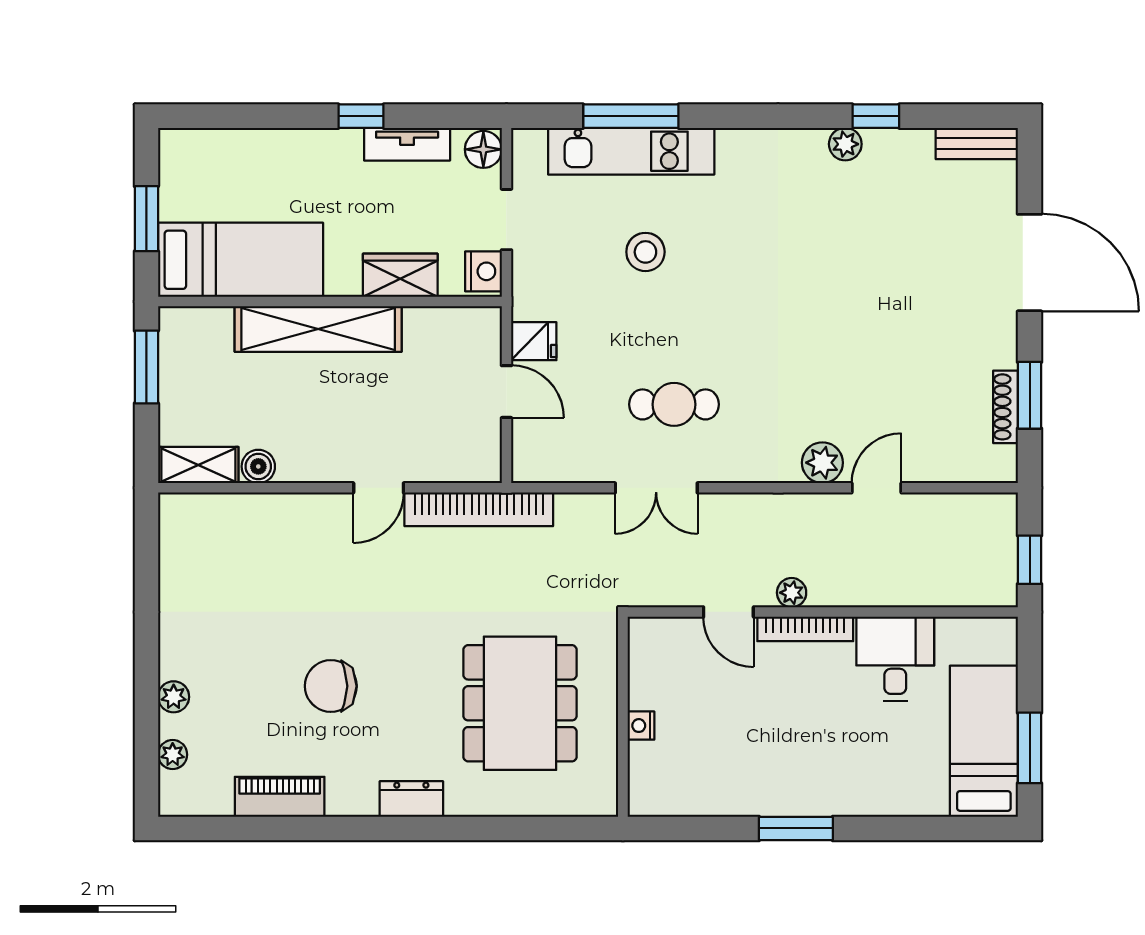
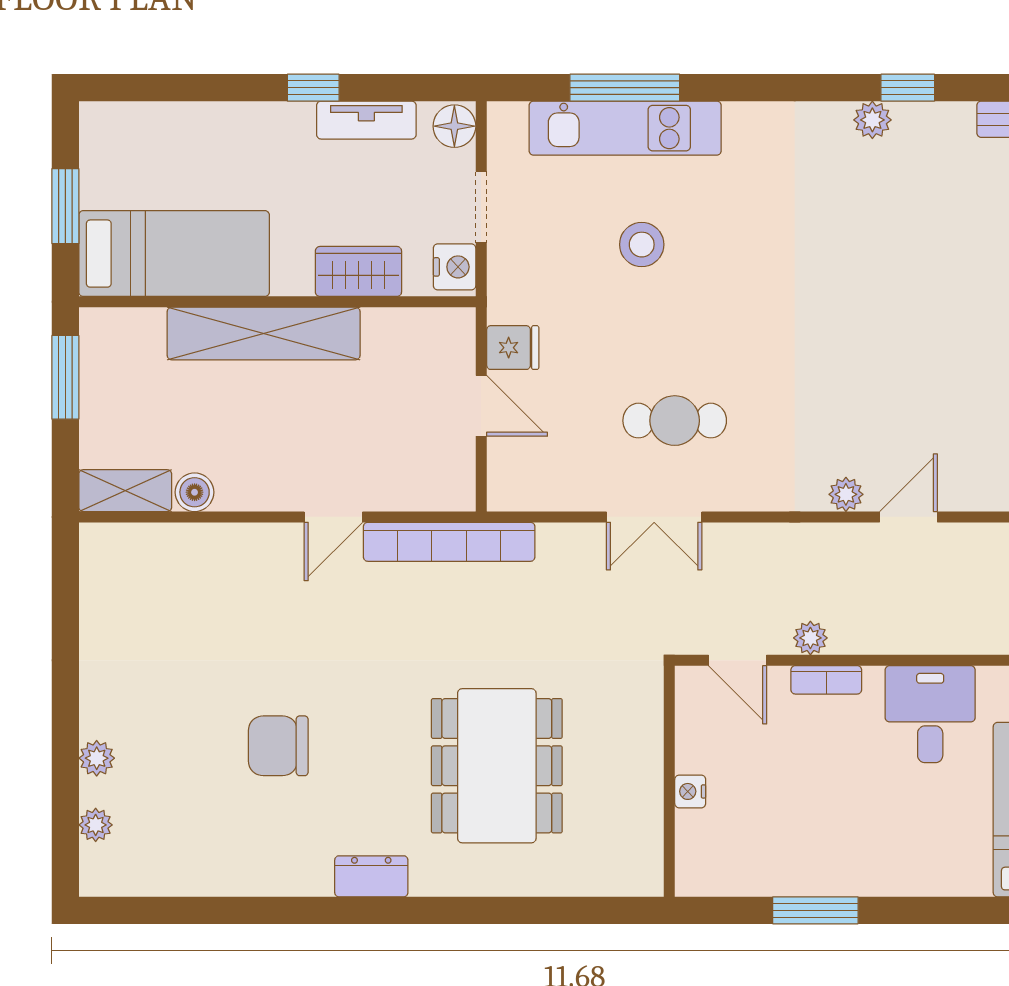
plant: (822, 463) -> (846, 494), width x0.73, depth x0.73
bookcase: (805, 629) -> (826, 680), width x0.64
wall: (623, 717) -> (669, 781), moved
nightstand: (641, 726) -> (690, 791), moved
piano: (280, 797) -> (219, 874), removed

